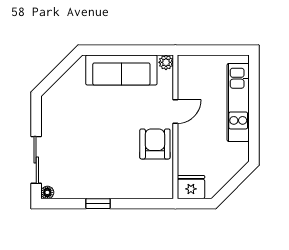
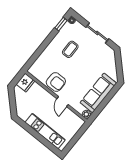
sliding door: (36, 160) -> (97, 33), moved
coffee table: (91, 161) -> (70, 49), added
window: (98, 204) -> (61, 24), moved

